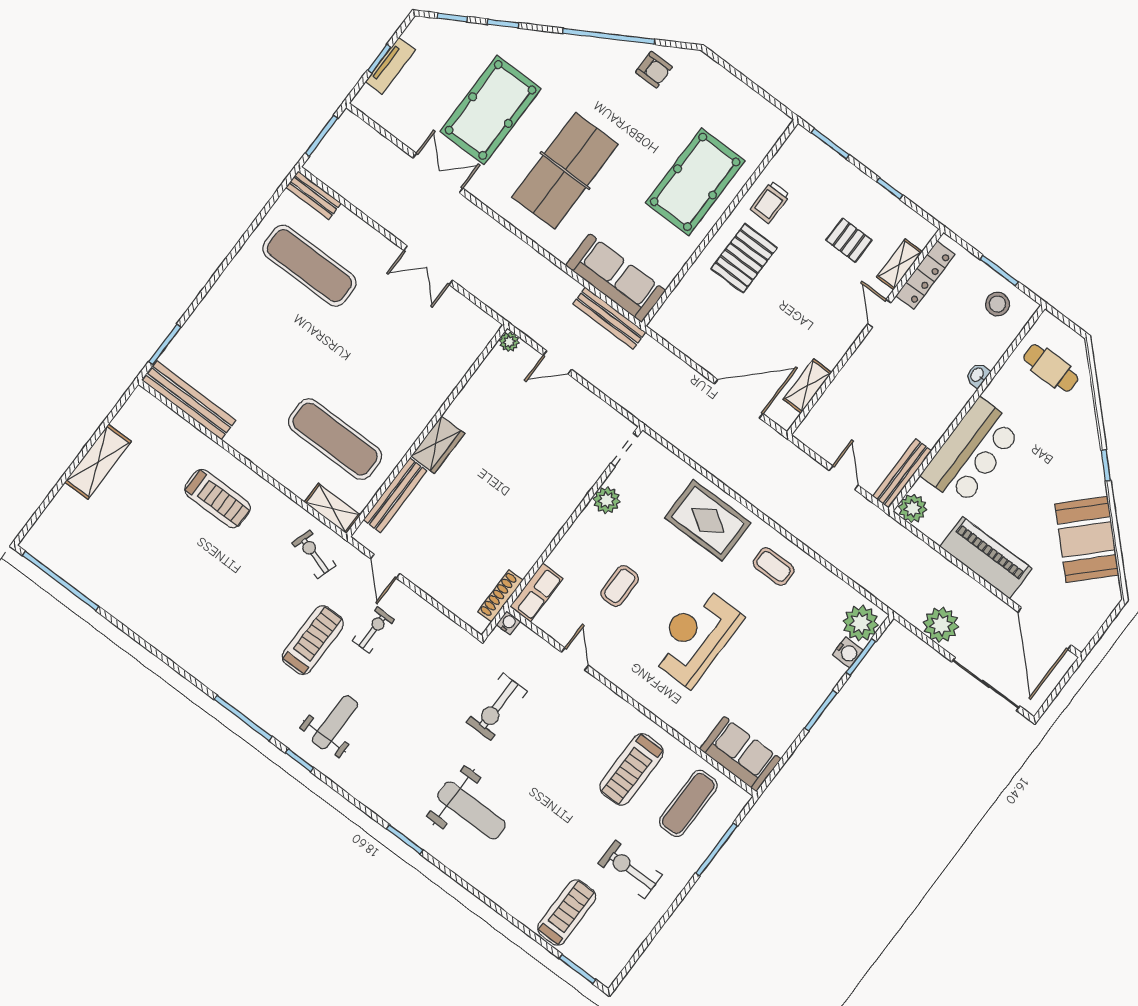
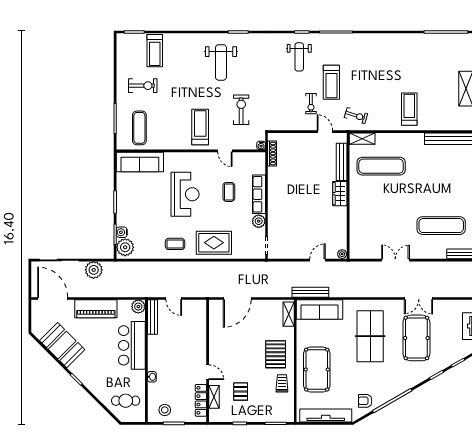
tv unit: (737, 94) -> (326, 415), added
pallet: (849, 240) -> (241, 392), turned 90
shelving: (807, 386) -> (289, 314), moved
treadmill: (217, 499) -> (409, 109), turned 90
row of seats: (537, 592) -> (259, 194), moved, width x1.48
sofa: (740, 754) -> (140, 162), width x1.36
treadmill: (631, 769) -> (200, 127), moved
weight bench: (472, 810) -> (221, 62), turned -90

